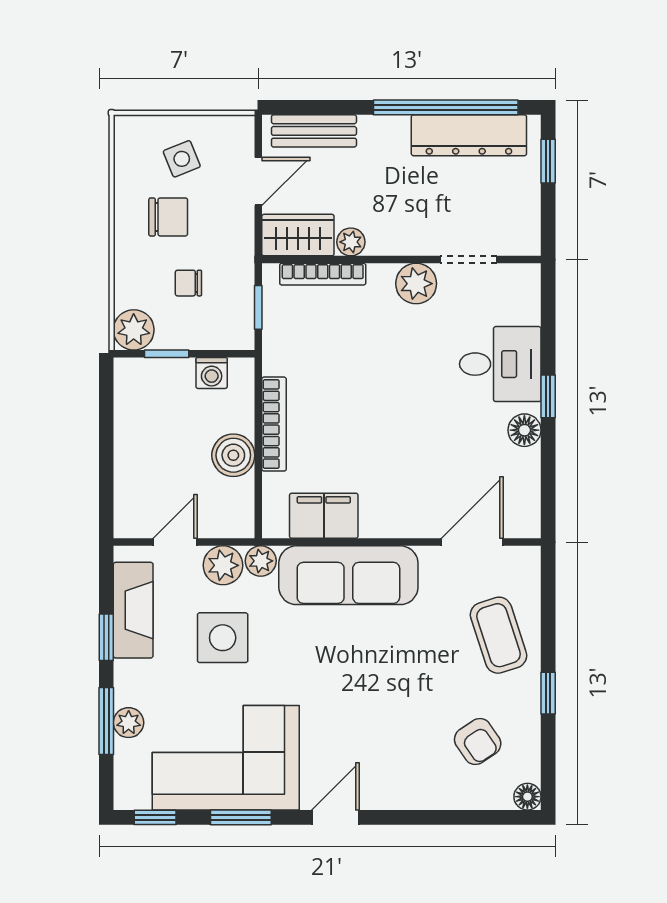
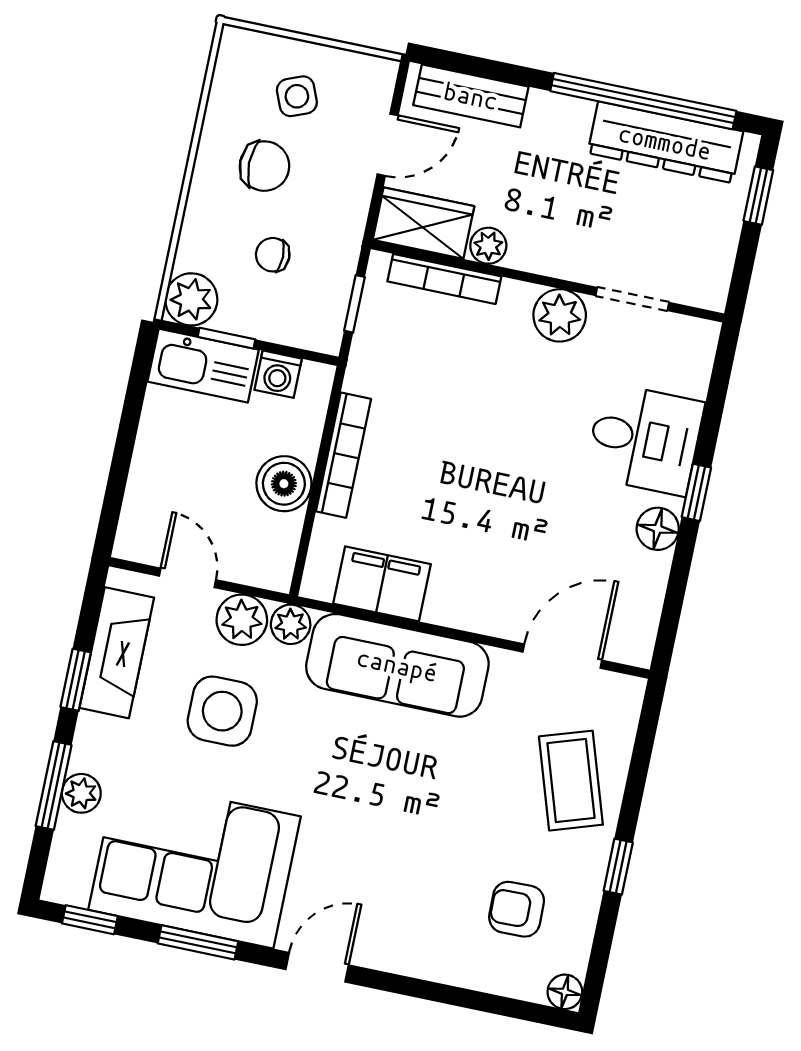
kitchen sink: (153, 378) -> (203, 366), added
door: (175, 542) -> (187, 578), hinge flipped
armchair: (478, 742) -> (517, 909), turned 123

